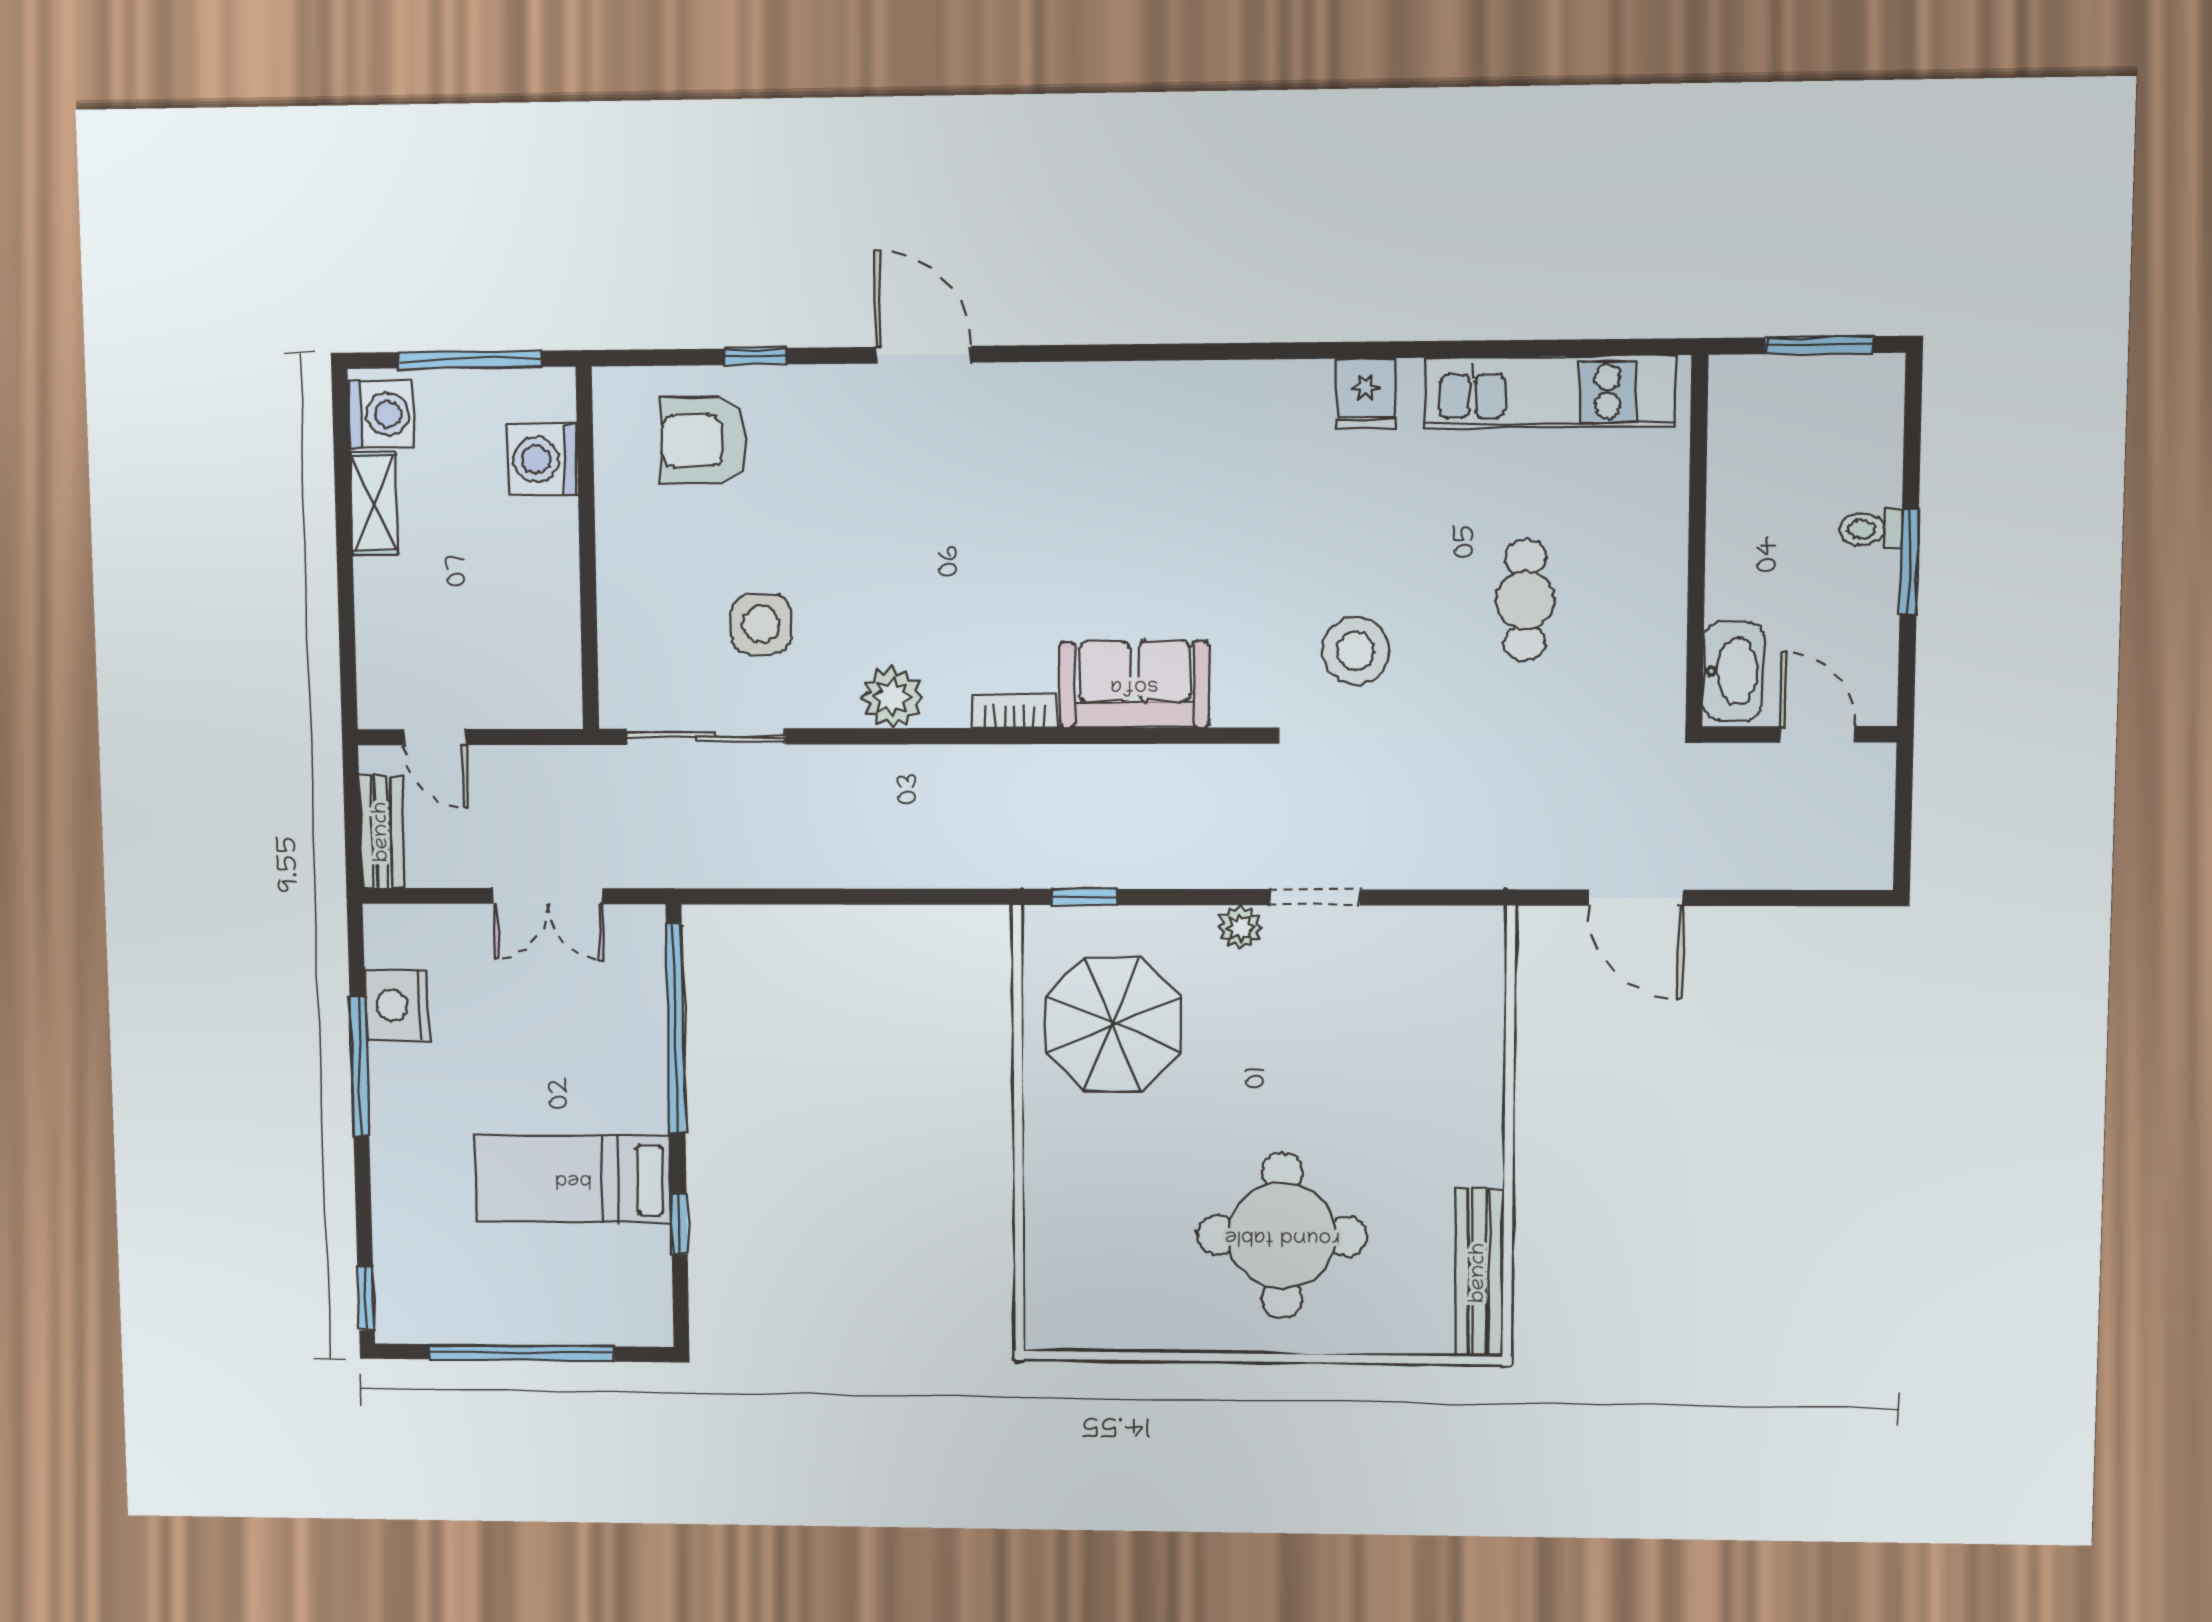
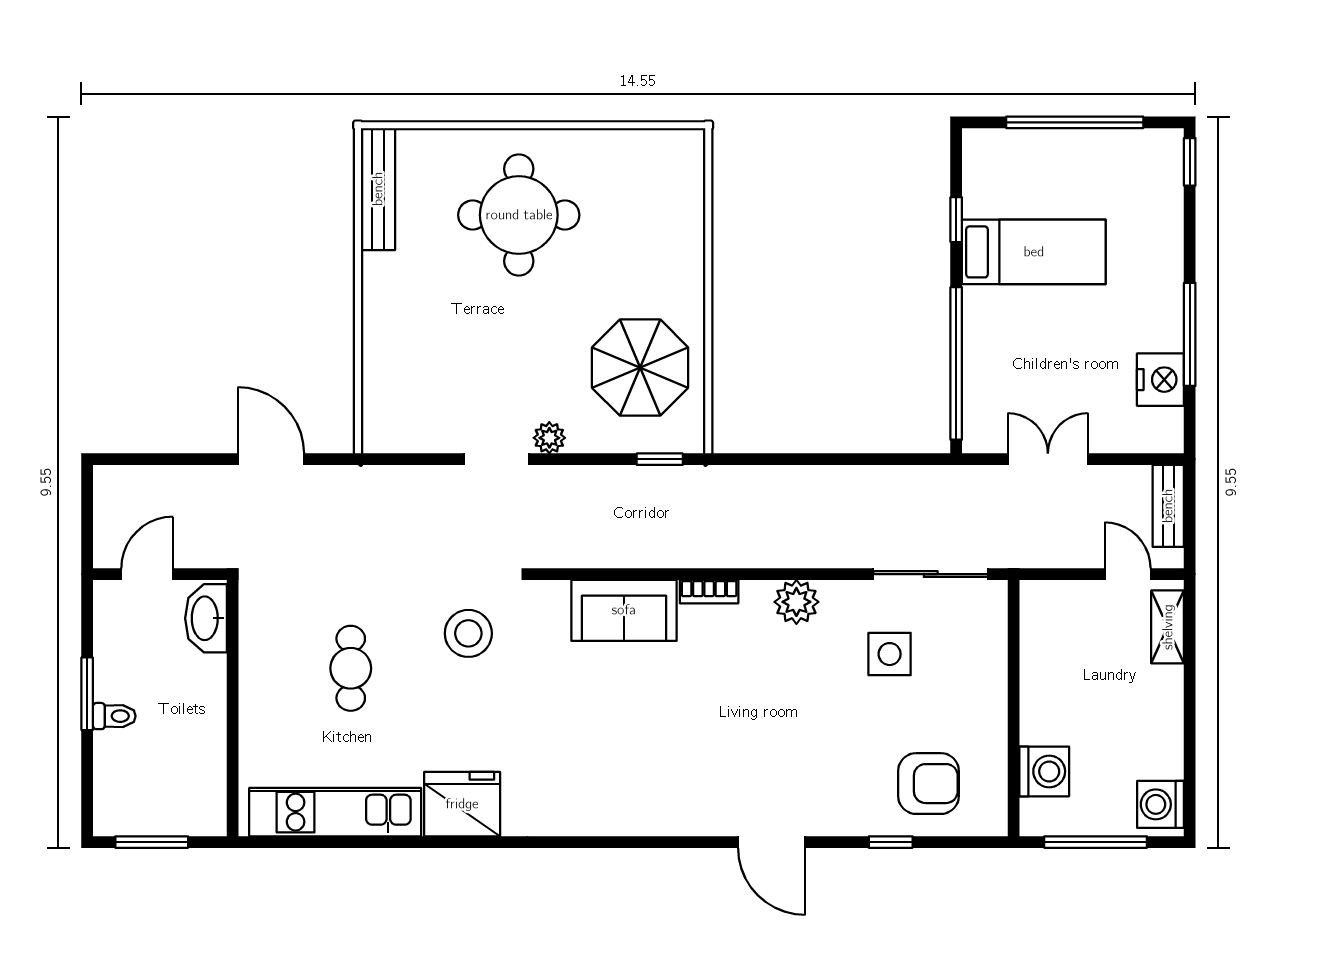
fridge: (1366, 393) -> (462, 804), width x1.88, depth x1.34
shelving: (374, 503) -> (1168, 627), moved
door: (1818, 734) -> (147, 574), swing flipped

